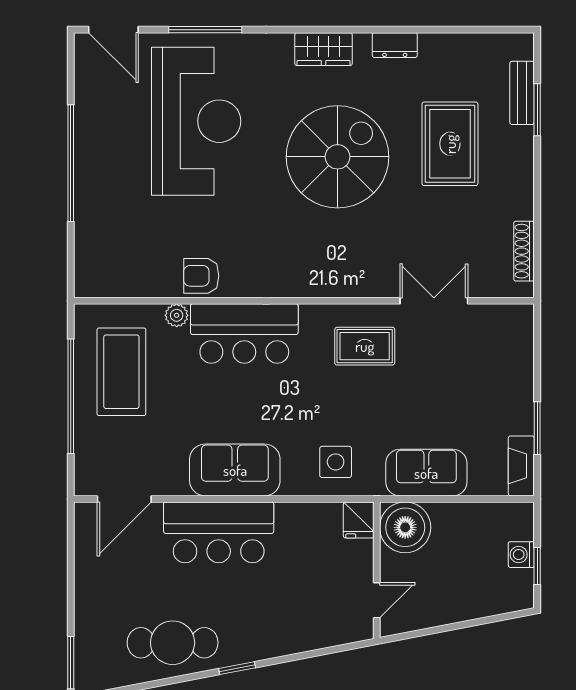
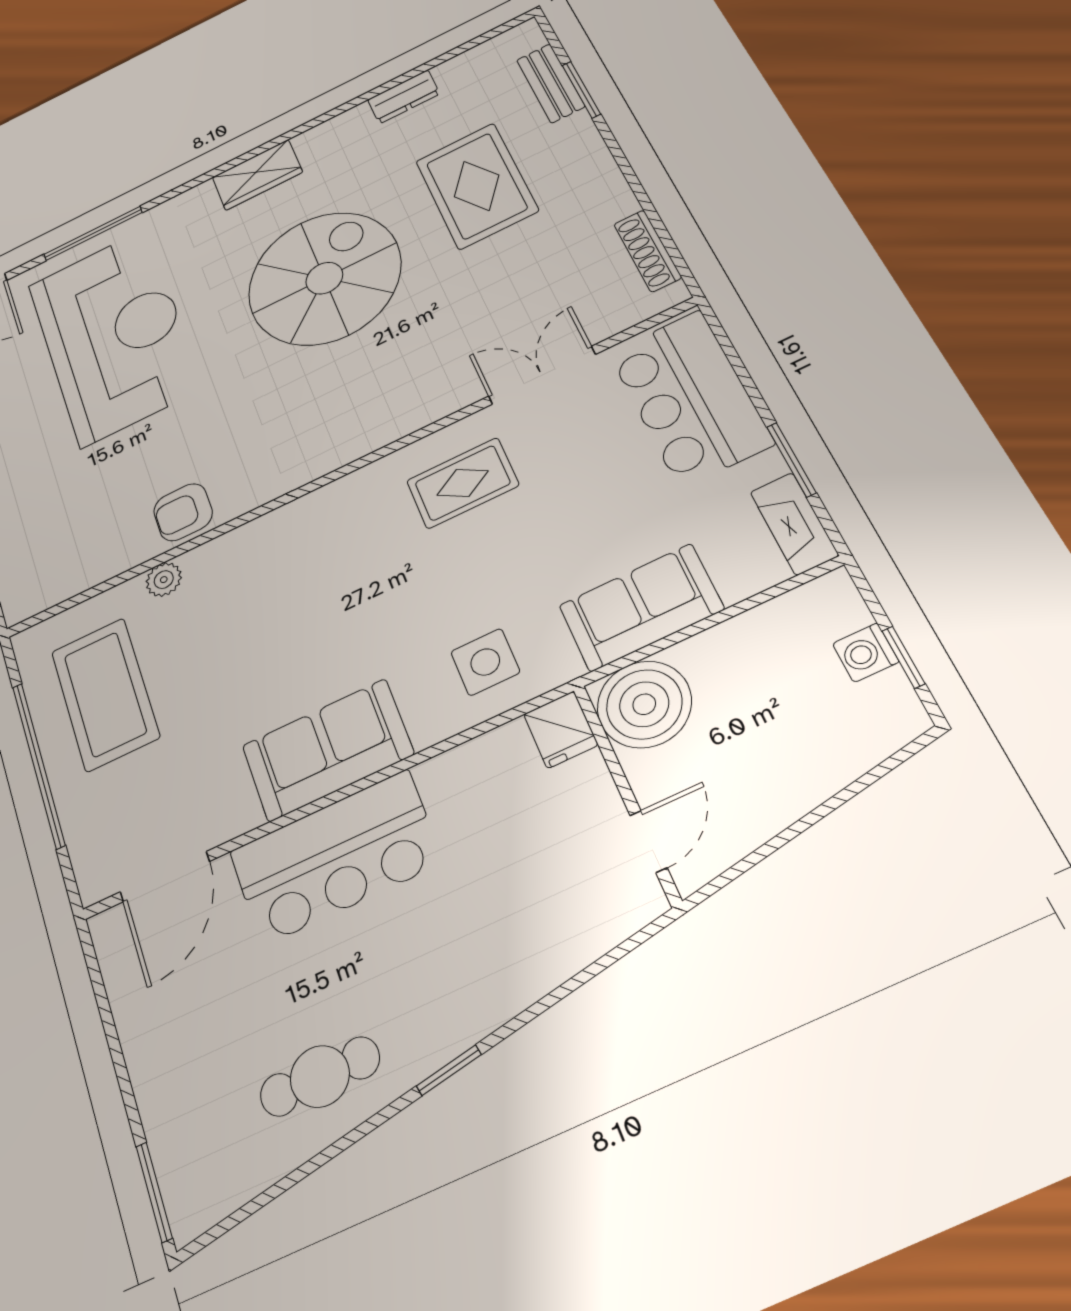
dresser: (395, 45) -> (404, 97), moved
bar counter: (244, 333) -> (690, 398), moved, turned 90
cafe table: (173, 643) -> (320, 1076), width x0.73, depth x0.74

